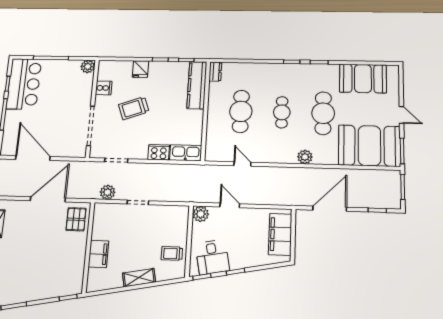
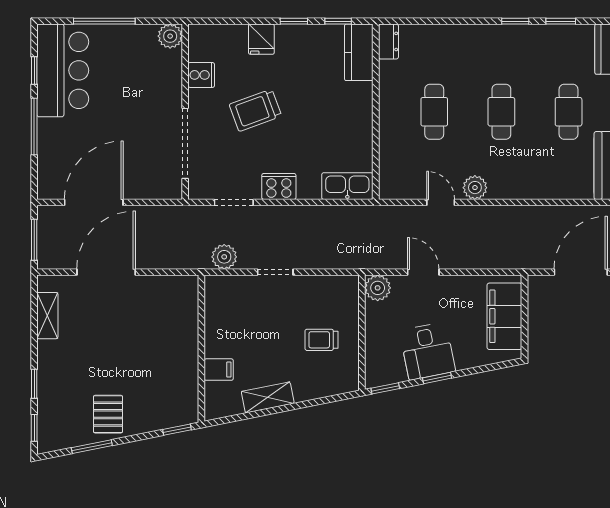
kitchen counter: (197, 85) -> (359, 52), width x0.67
cafe table: (241, 111) -> (434, 112), width x0.73, depth x0.74
cafe table: (323, 113) -> (569, 112), width x0.73, depth x0.74
cooker: (159, 152) -> (279, 186), moved
plant: (305, 157) -> (475, 188), moved
door: (33, 158) -> (94, 202), hinge flipped
door: (48, 199) -> (106, 272), moved
pallet: (76, 219) -> (108, 414), moved
trolley: (172, 253) -> (321, 340), moved
filing cabinet: (98, 254) -> (219, 370), width x0.50
desk: (212, 257) -> (428, 351), moved
shelving: (139, 278) -> (268, 397), moved

